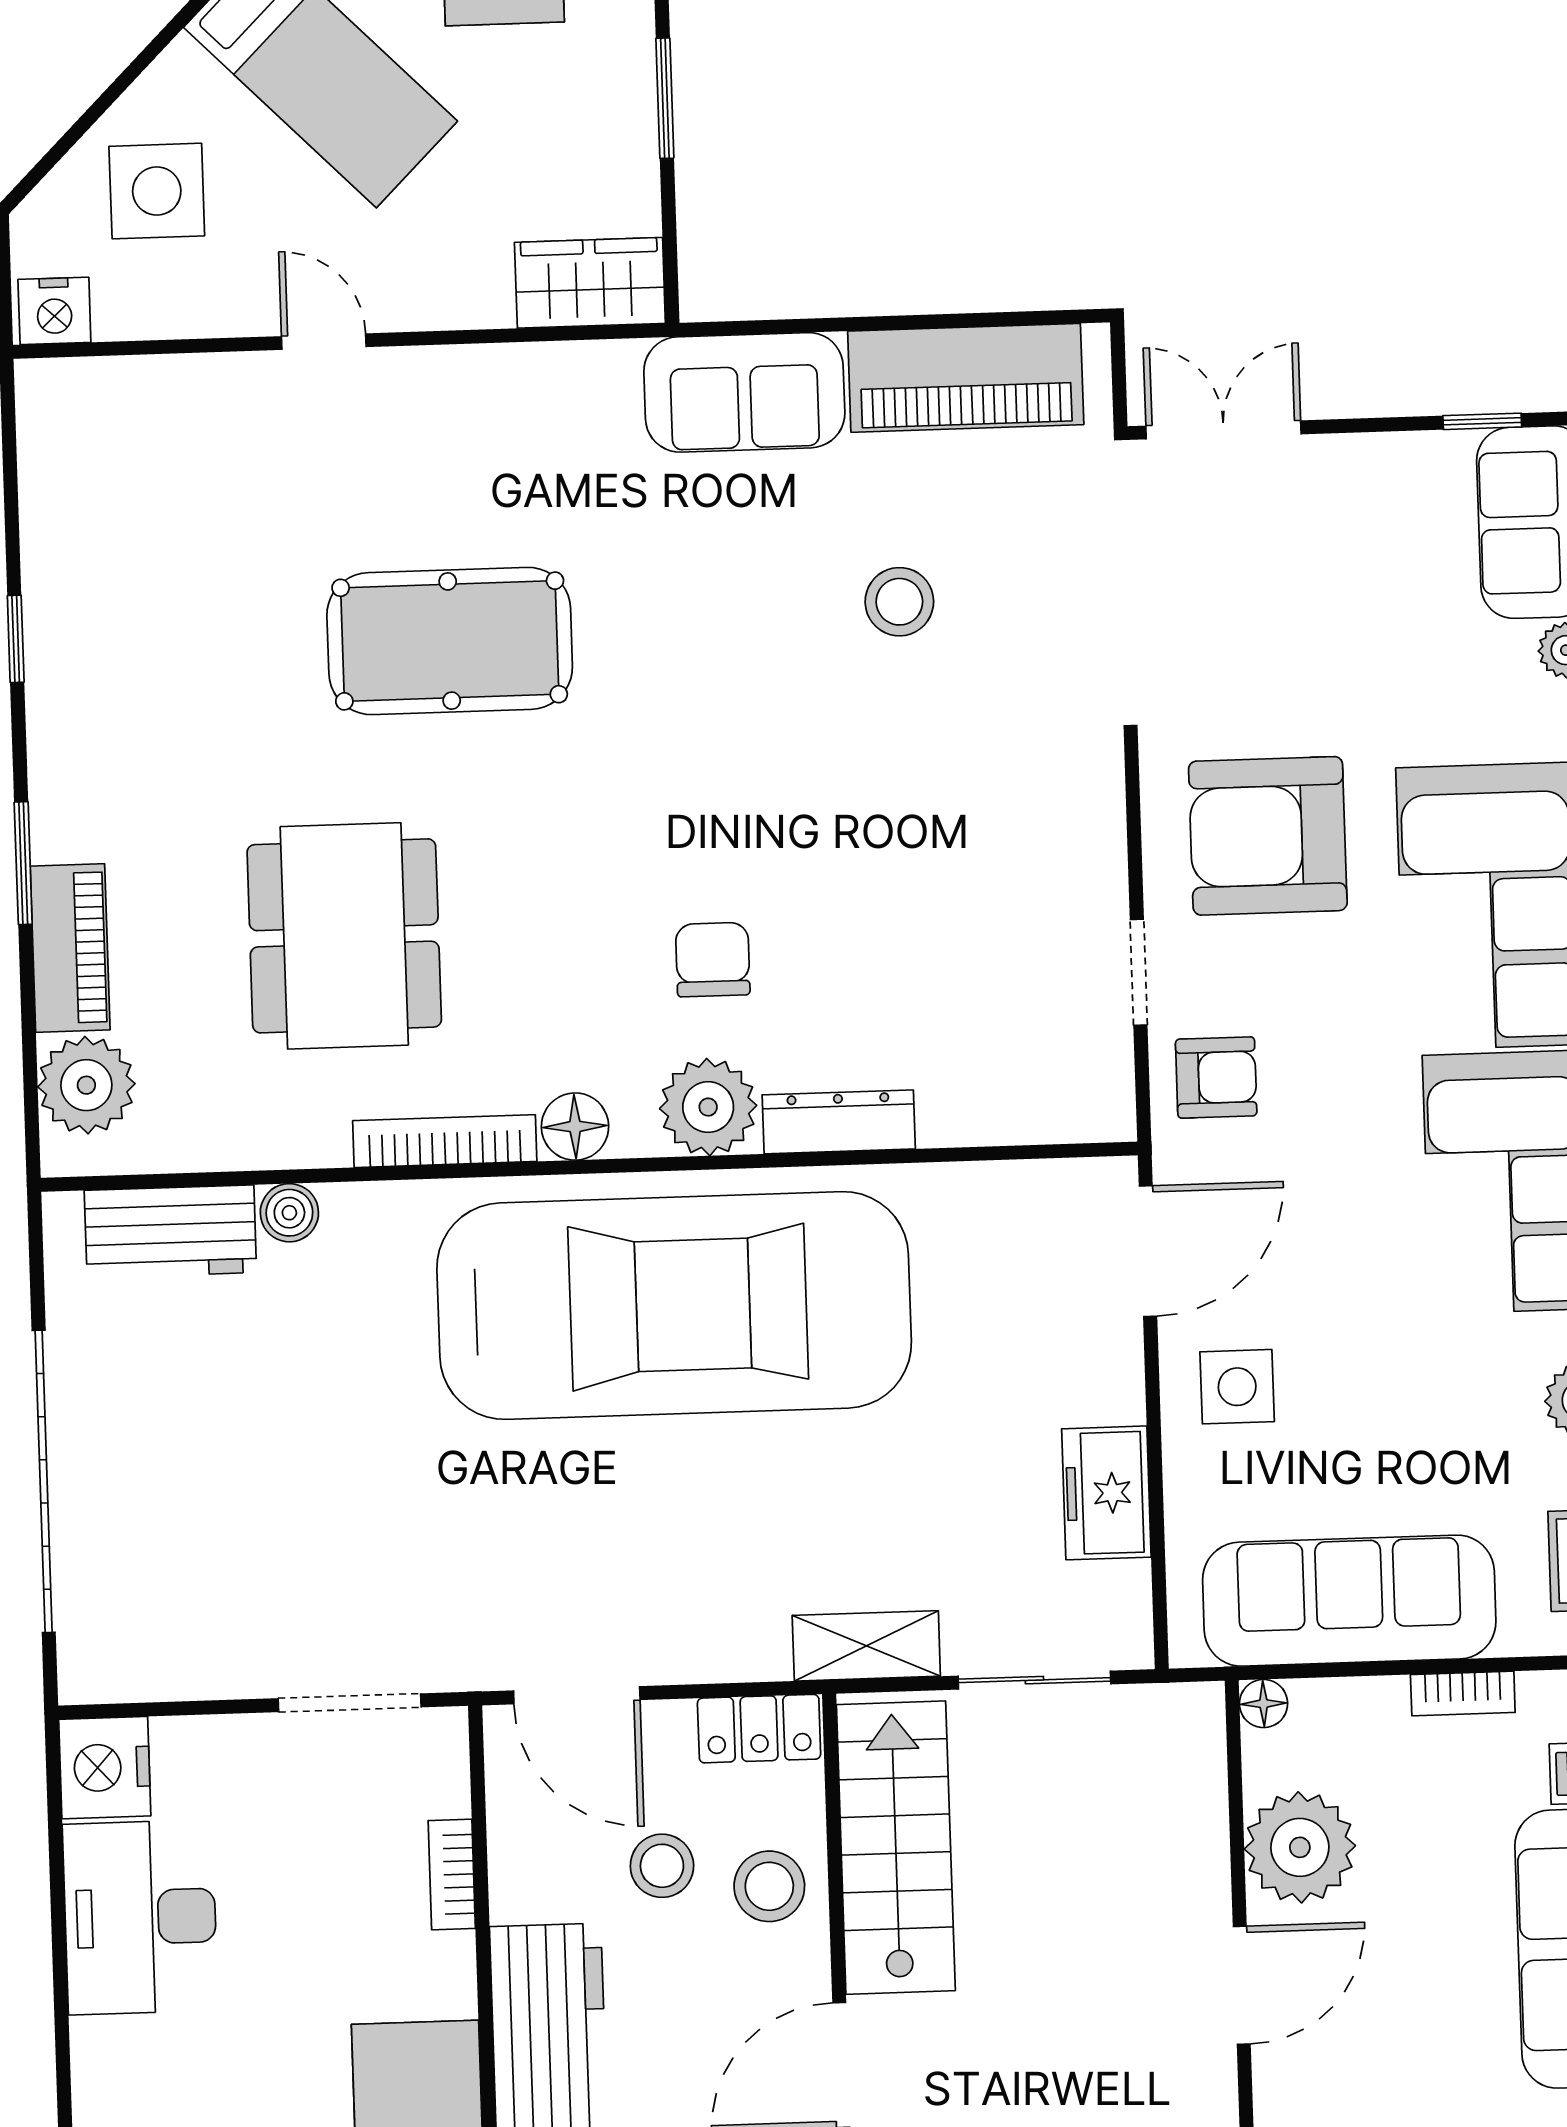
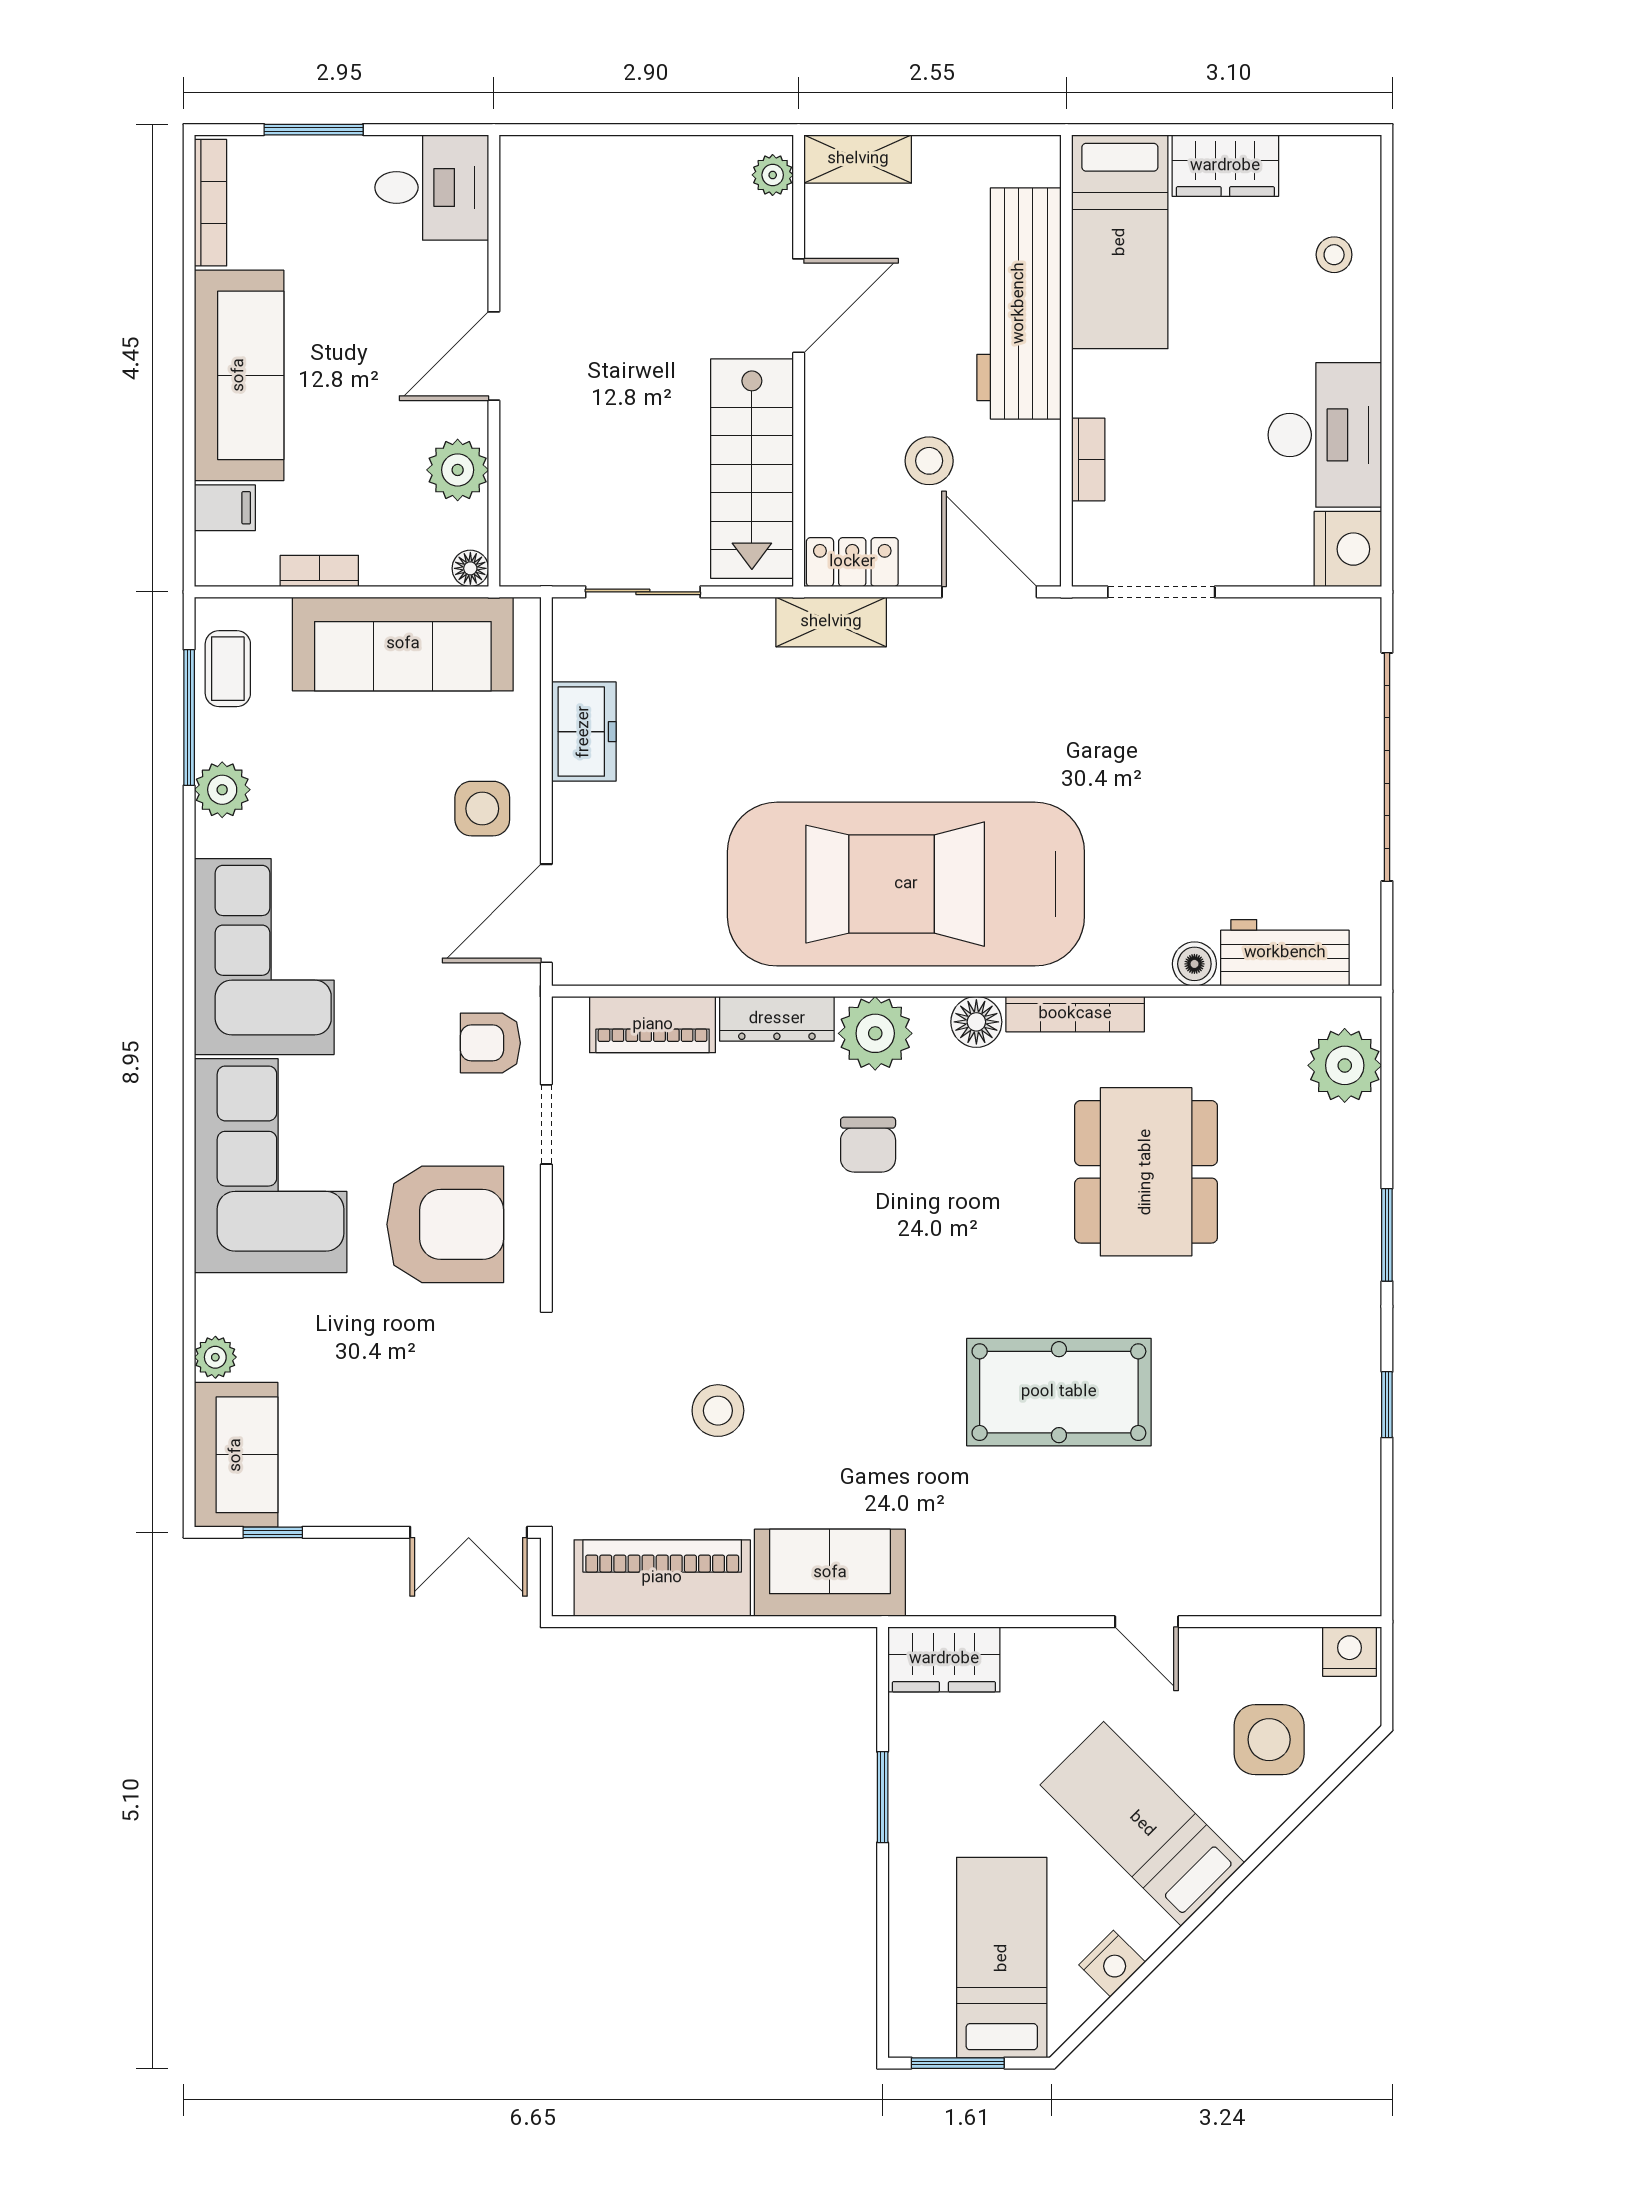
piano: (70, 948) -> (653, 1025), moved, turned -90
shelving: (866, 1646) -> (831, 622), moved
plant: (1300, 1847) -> (458, 470), width x0.73, depth x0.73
stool: (769, 1886) -> (848, 443), removed

